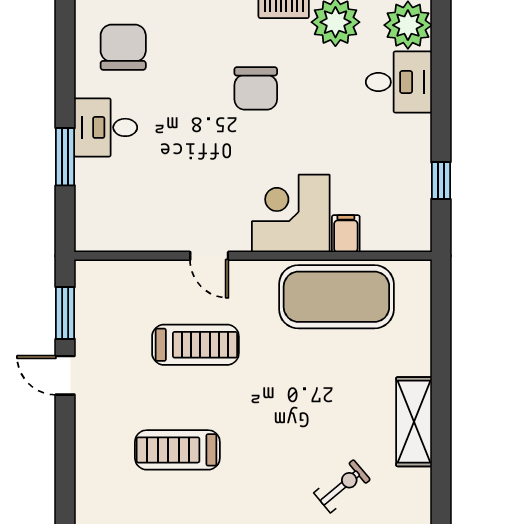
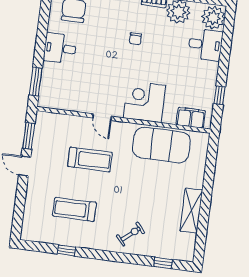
chair: (256, 88) -> (135, 39), width x0.54, depth x0.54
window: (65, 157) -> (36, 81), moved
filing cabinet: (346, 234) -> (191, 118), moved, width x2.00
exercise bike: (342, 486) -> (131, 234), moved

